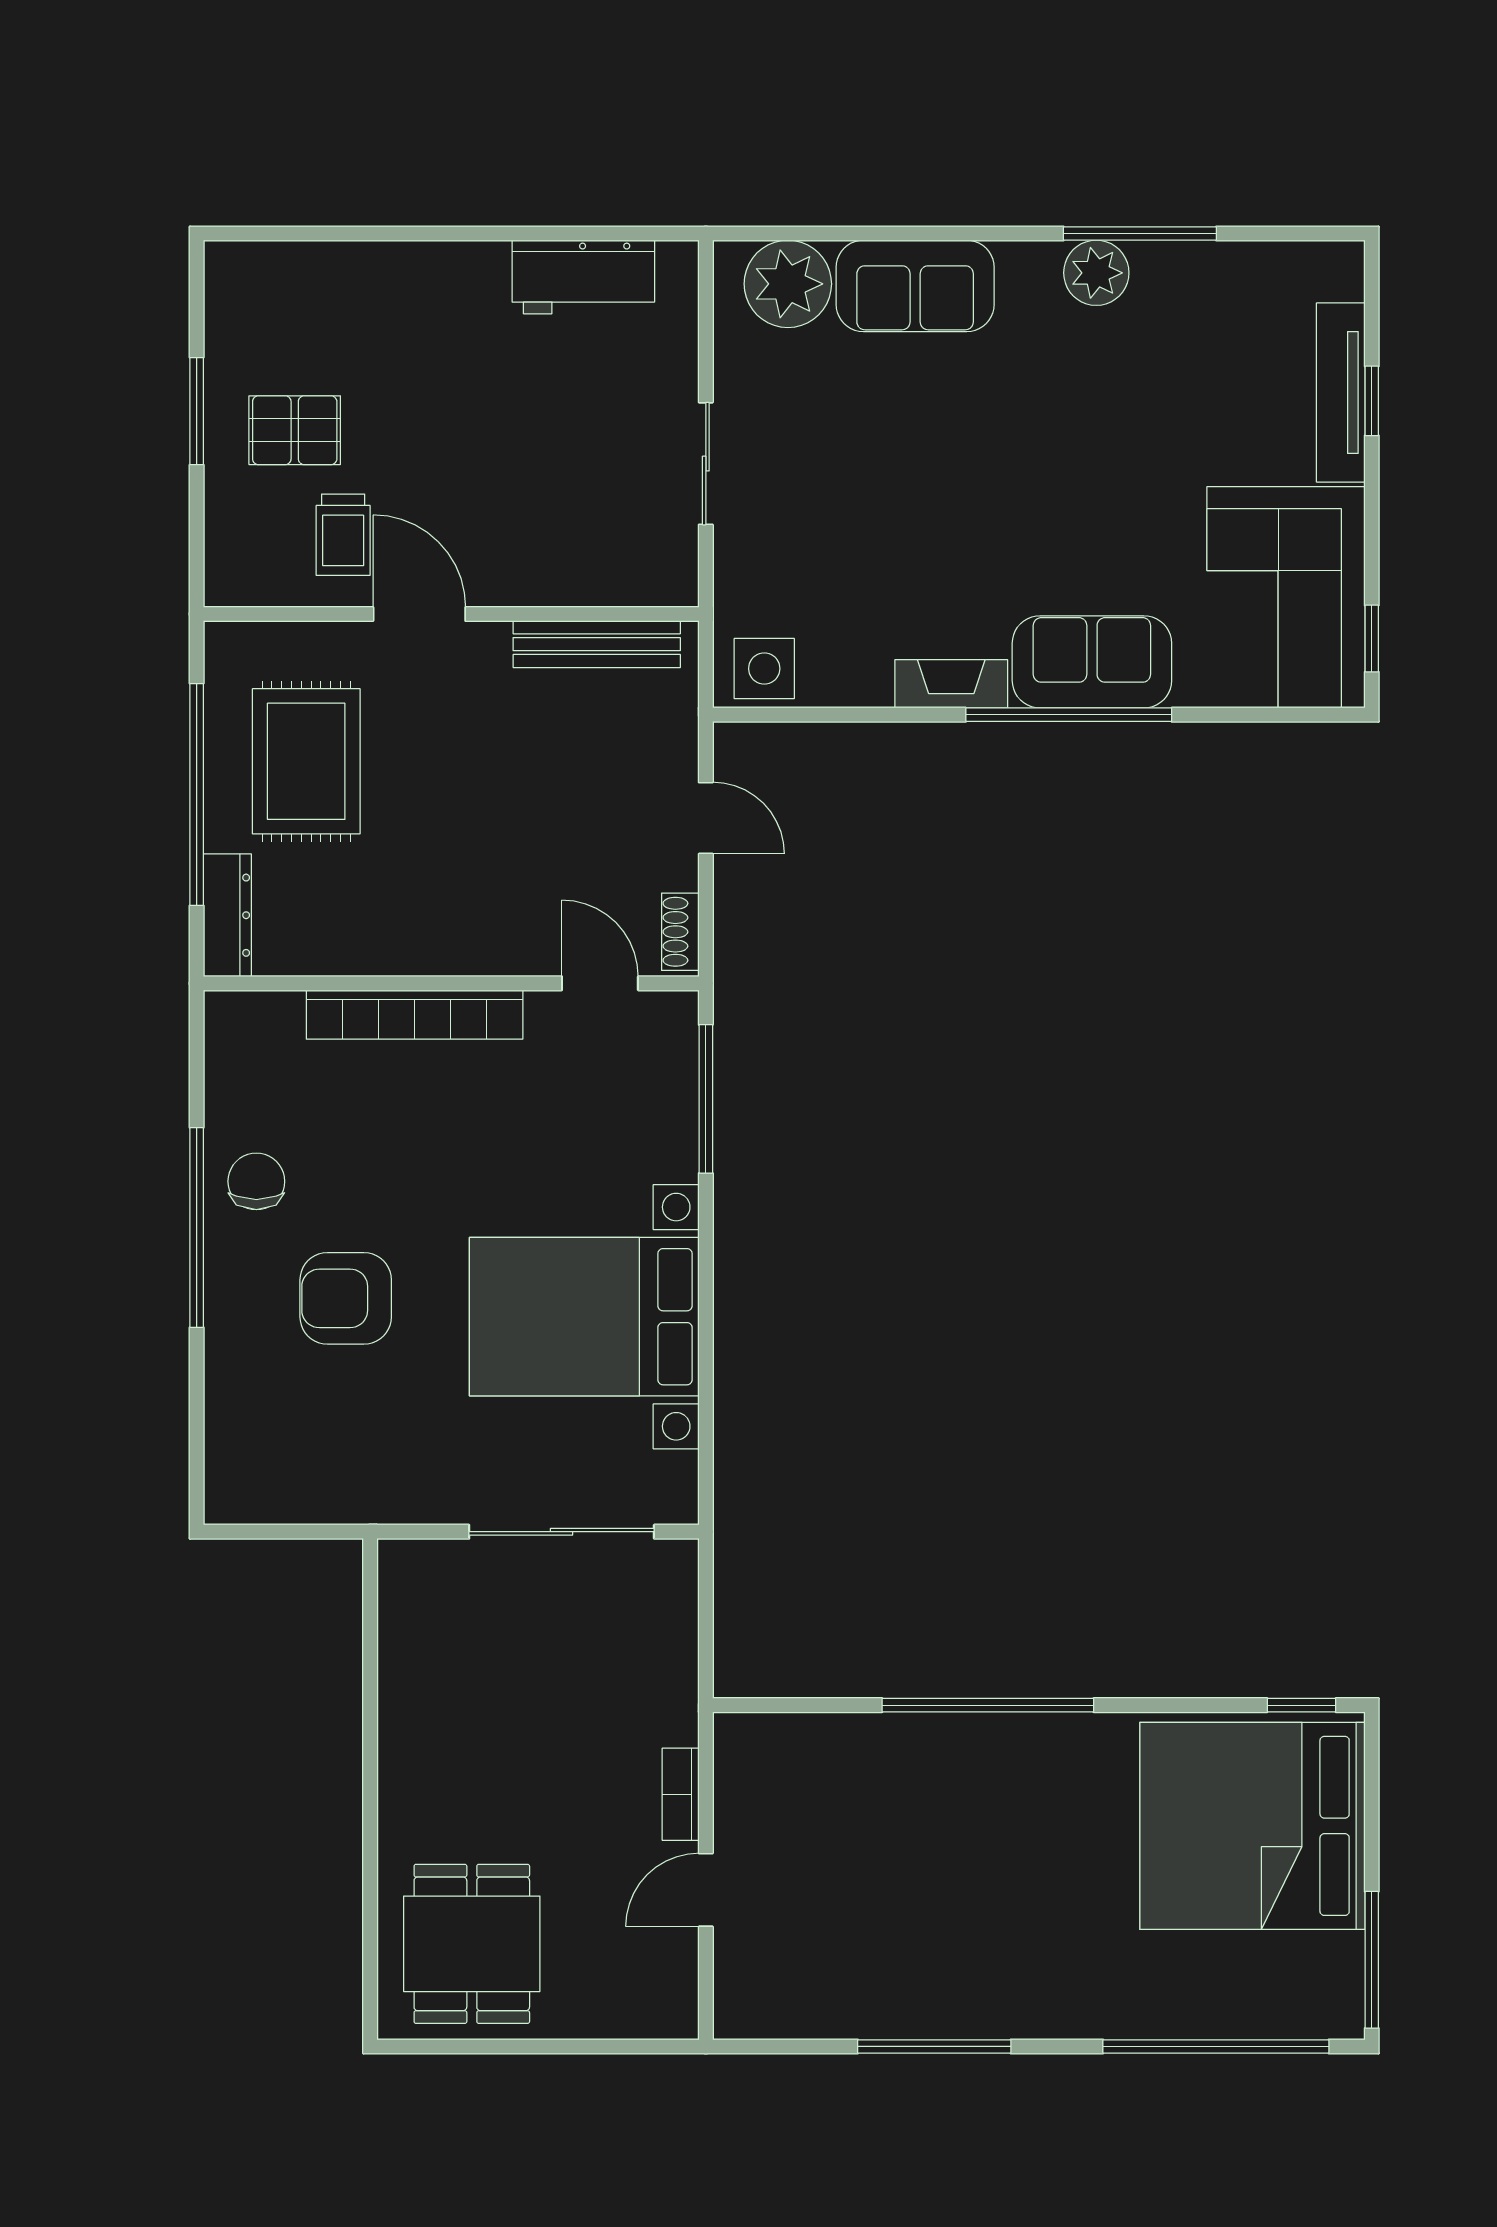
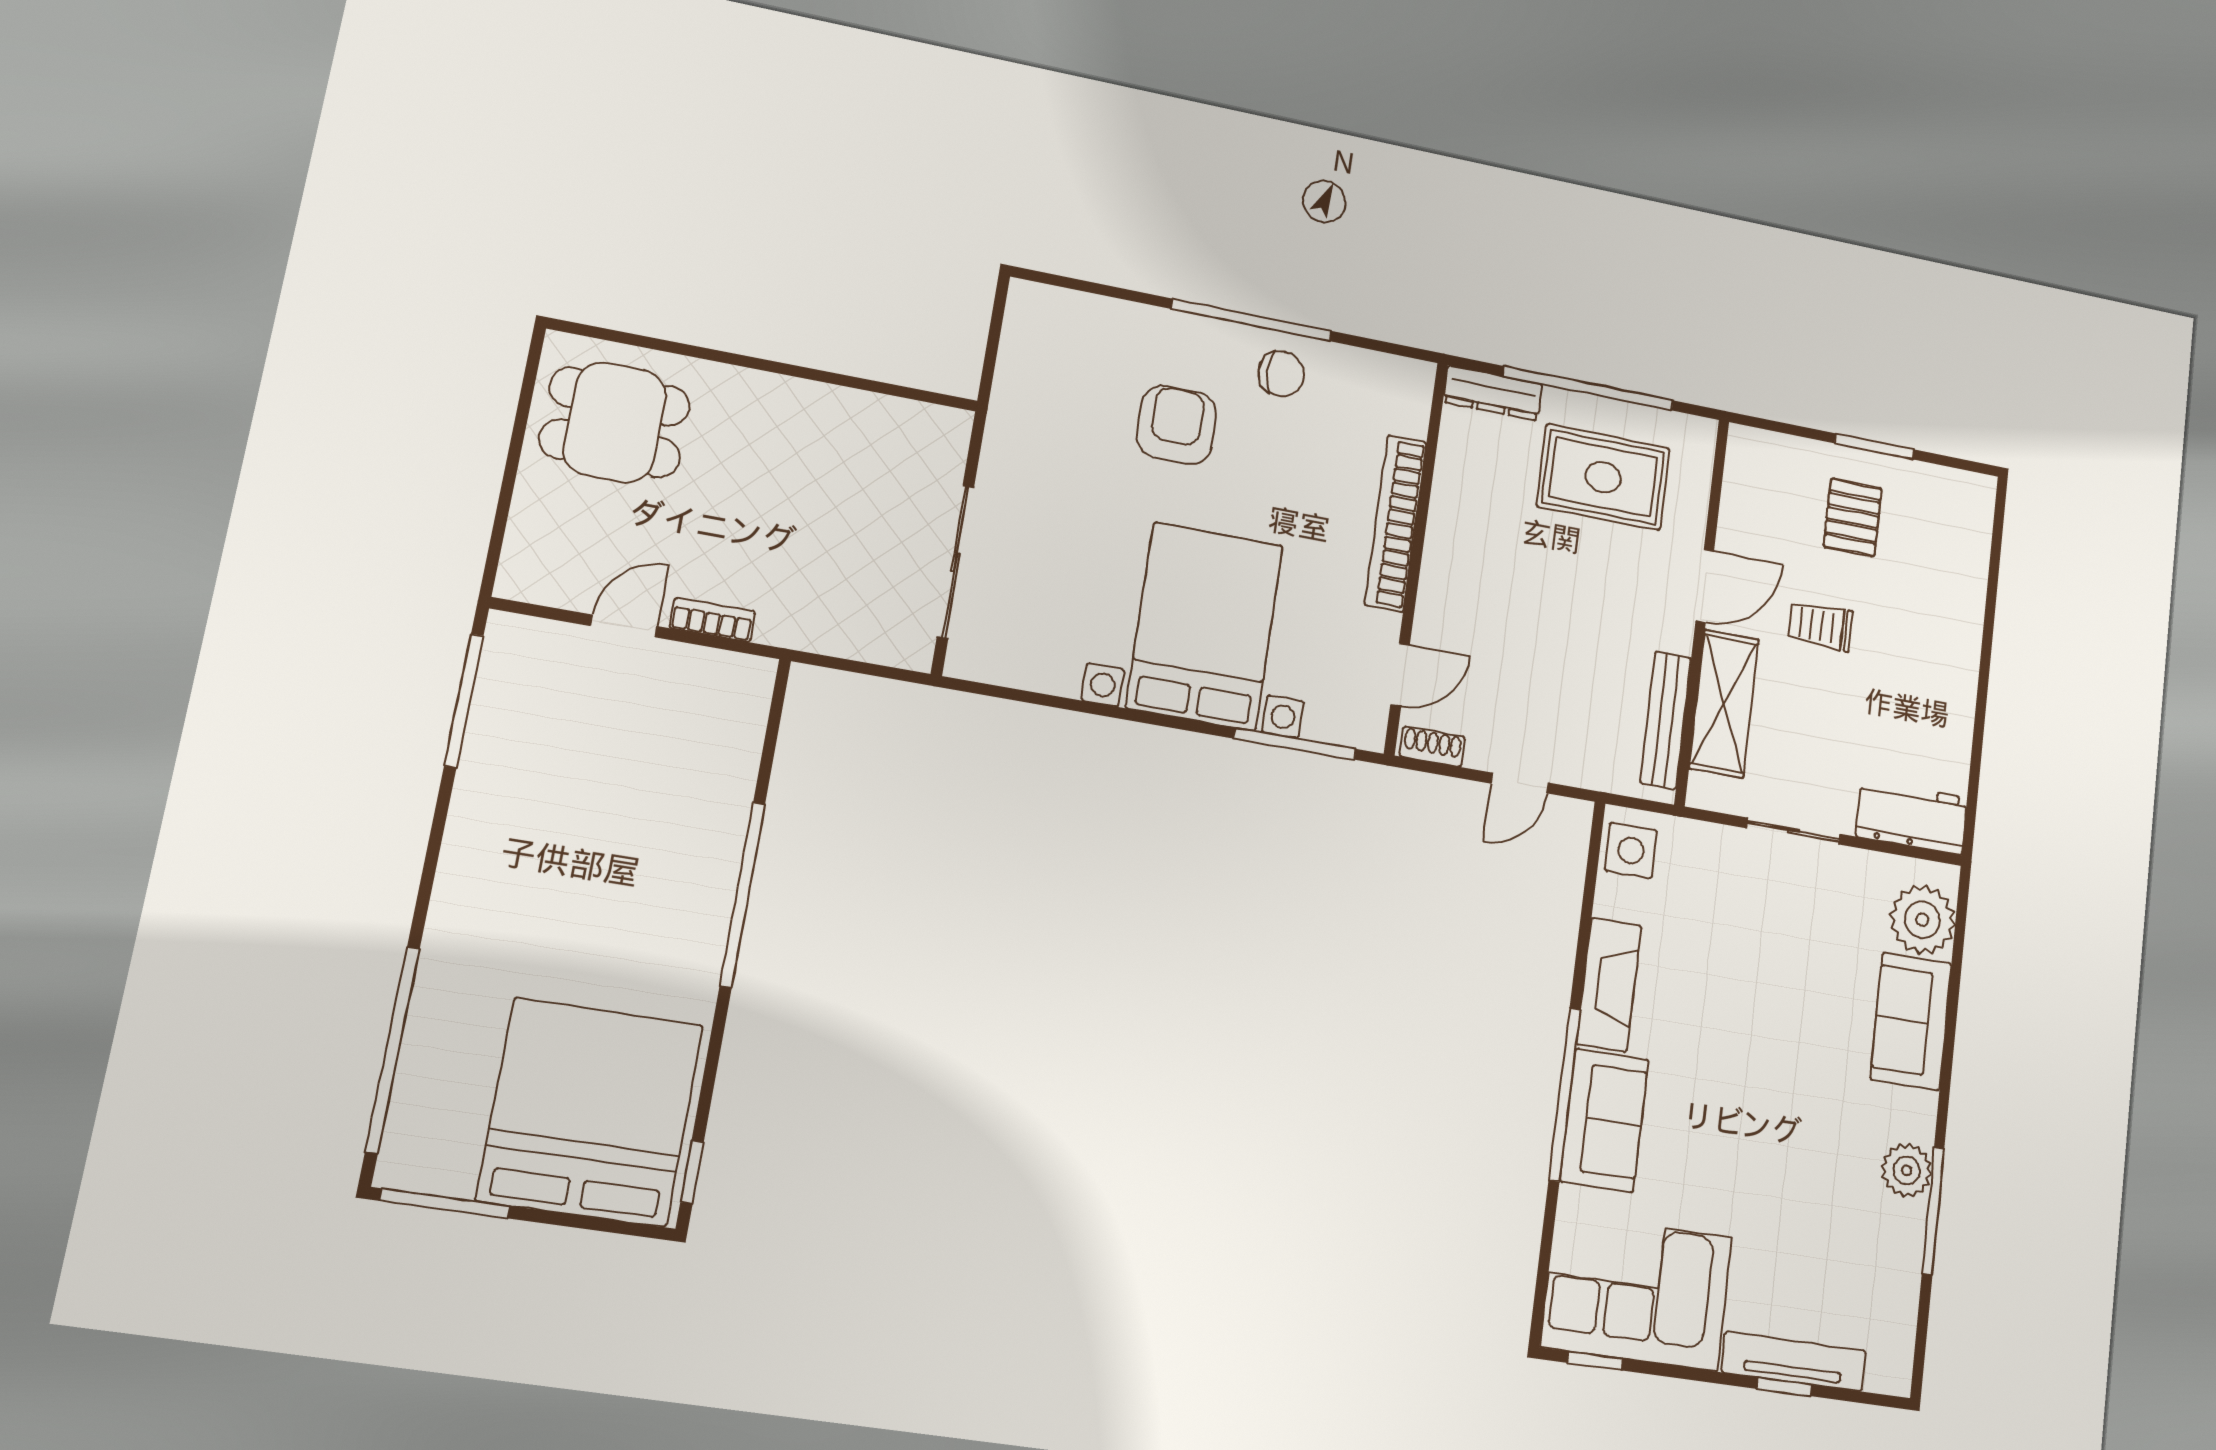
workbench: (583, 277) -> (1912, 817), moved, turned 90
trolley: (343, 535) -> (1820, 626), moved
shelving: (563, 572) -> (1724, 704), added
fireplace: (951, 684) -> (1609, 985), width x1.37, depth x1.32
bed with nightstands: (584, 1317) -> (1205, 626), moved
door: (706, 1890) -> (624, 626), hinge flipped
window: (934, 2046) -> (464, 701), moved

